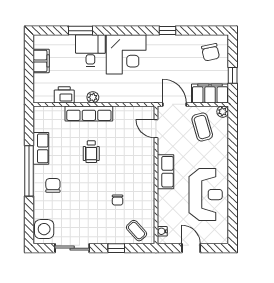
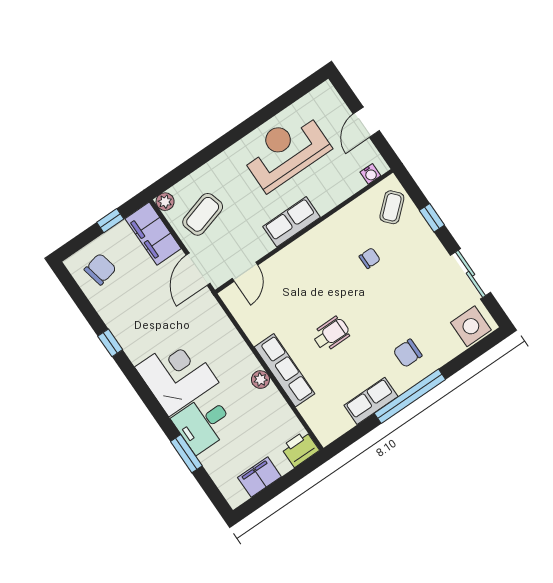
printer: (64, 95) -> (300, 449), moved, turned 90

